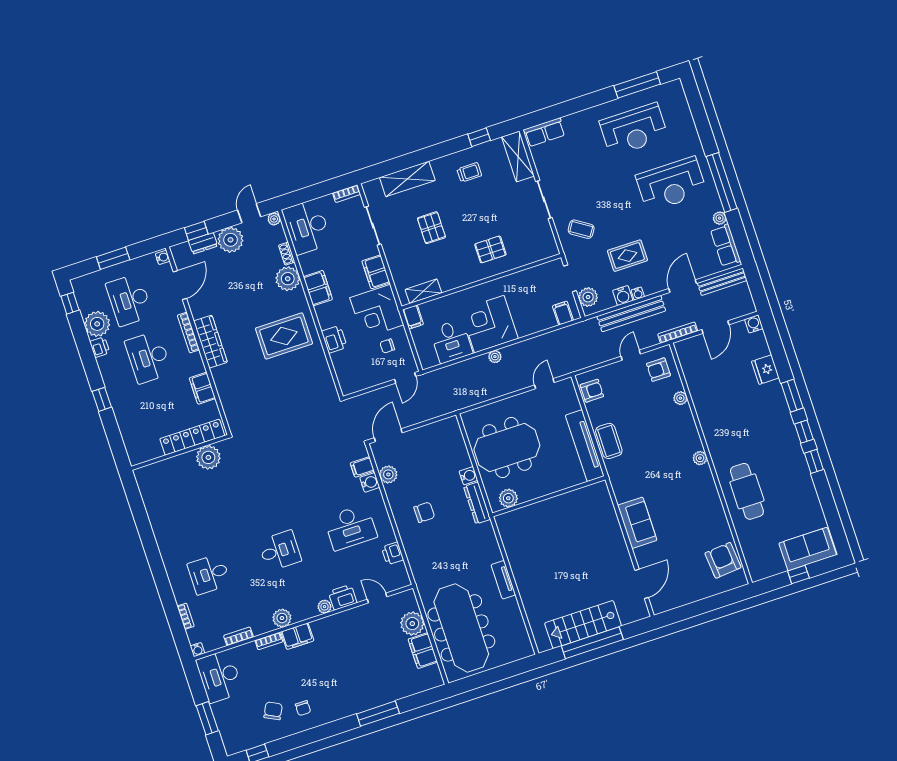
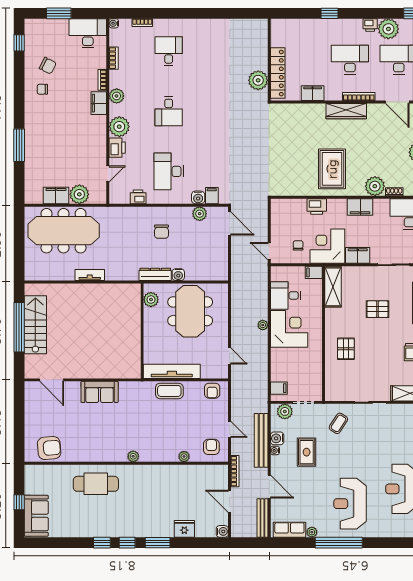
shelving: (423, 291) -> (333, 287), width x1.50, depth x1.33
plant: (325, 607) -> (119, 127), width x1.88, depth x1.88

